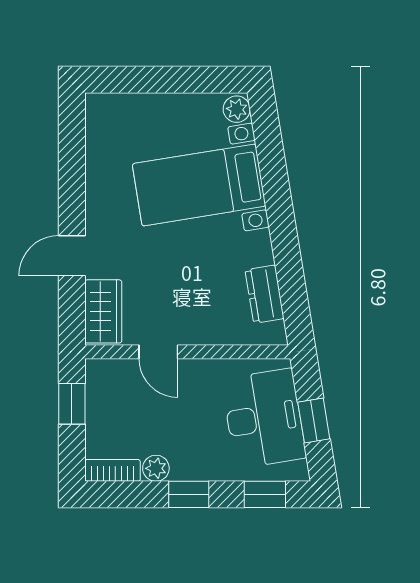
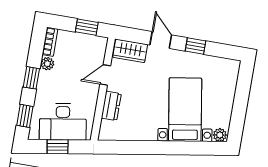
window: (72, 186) -> (196, 46), added
dresser: (265, 294) -> (111, 106), moved, turned 99

